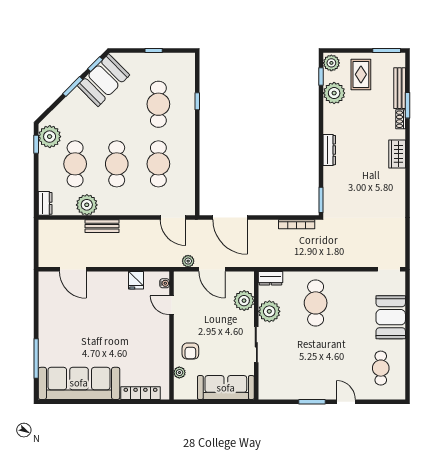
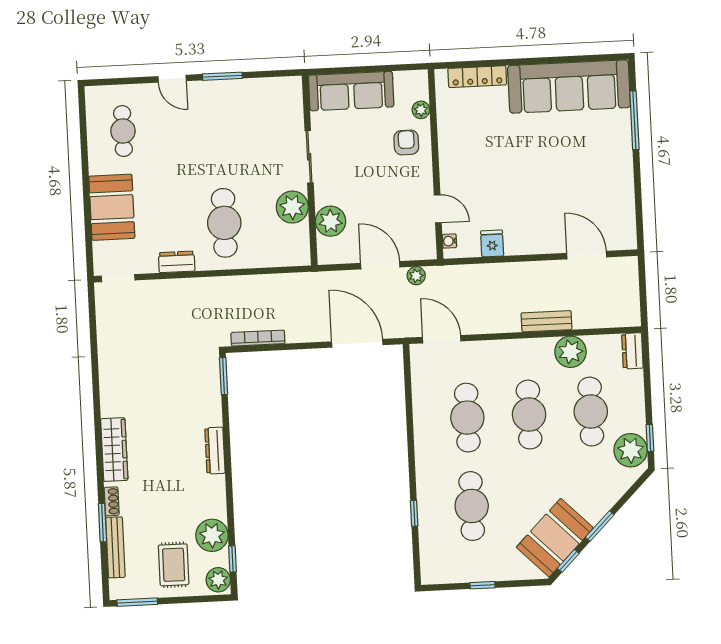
wardrobe: (397, 154) -> (114, 450), width x1.50
dresser: (271, 278) -> (177, 262), moved

